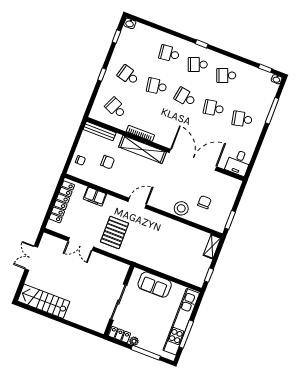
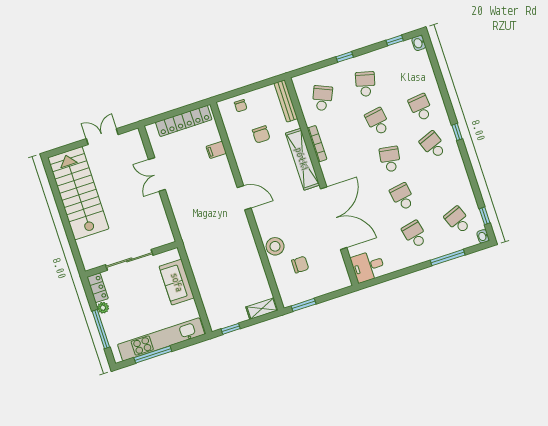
school desk: (226, 75) -> (458, 220), moved
filing cabinet: (95, 196) -> (216, 150), width x0.50
pallet: (115, 233) -> (196, 199), removed
stairs: (44, 301) -> (78, 193), width x1.36, depth x1.51

